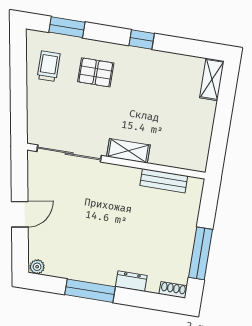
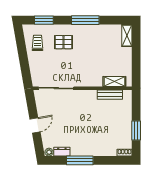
window: (142, 39) -> (85, 20), width x2.17
shelving: (128, 151) -> (114, 81), moved
window: (201, 253) -> (136, 131), width x0.69
dresser: (131, 281) -> (62, 152), moved

